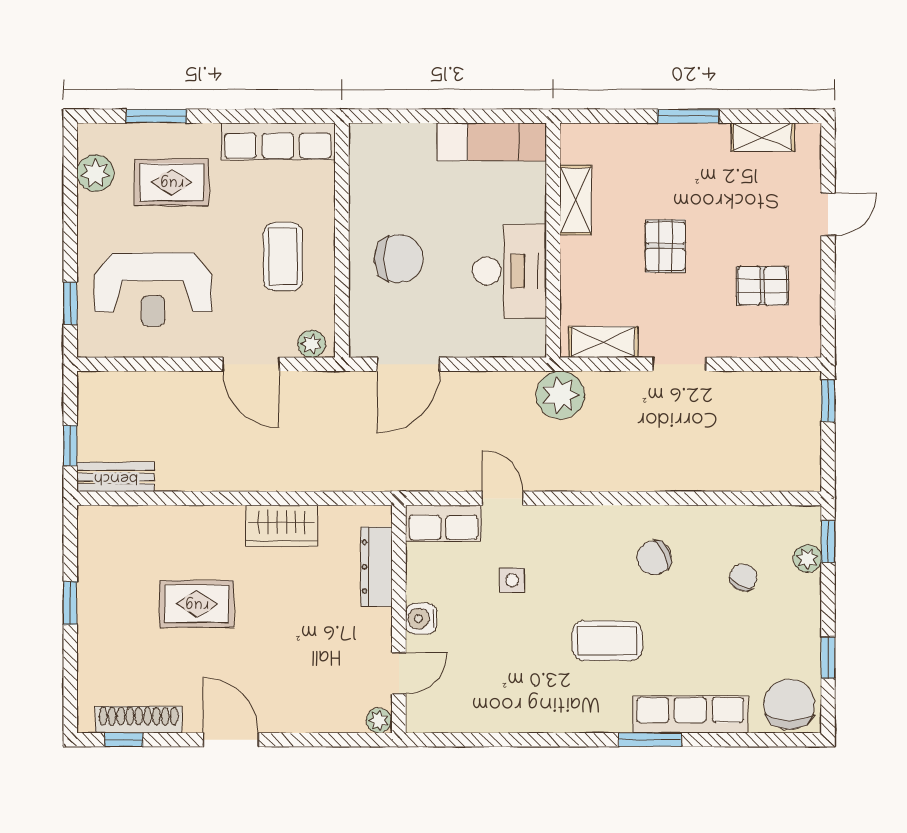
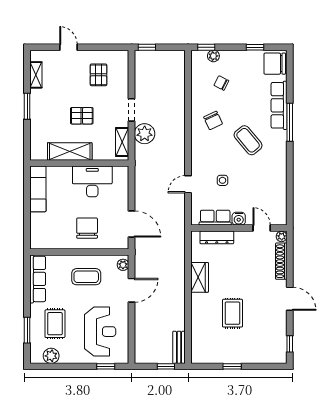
shelving: (575, 200) -> (70, 151), width x1.50, depth x1.33
plant: (560, 395) -> (145, 134), moved
row of seats: (443, 523) -> (215, 218), moved, turned -90
coffee table: (607, 641) -> (248, 140), turned -40
shoe rack: (139, 720) -> (281, 261), moved
door: (231, 740) -> (290, 299), swing flipped
window: (650, 740) -> (290, 122), width x1.44

